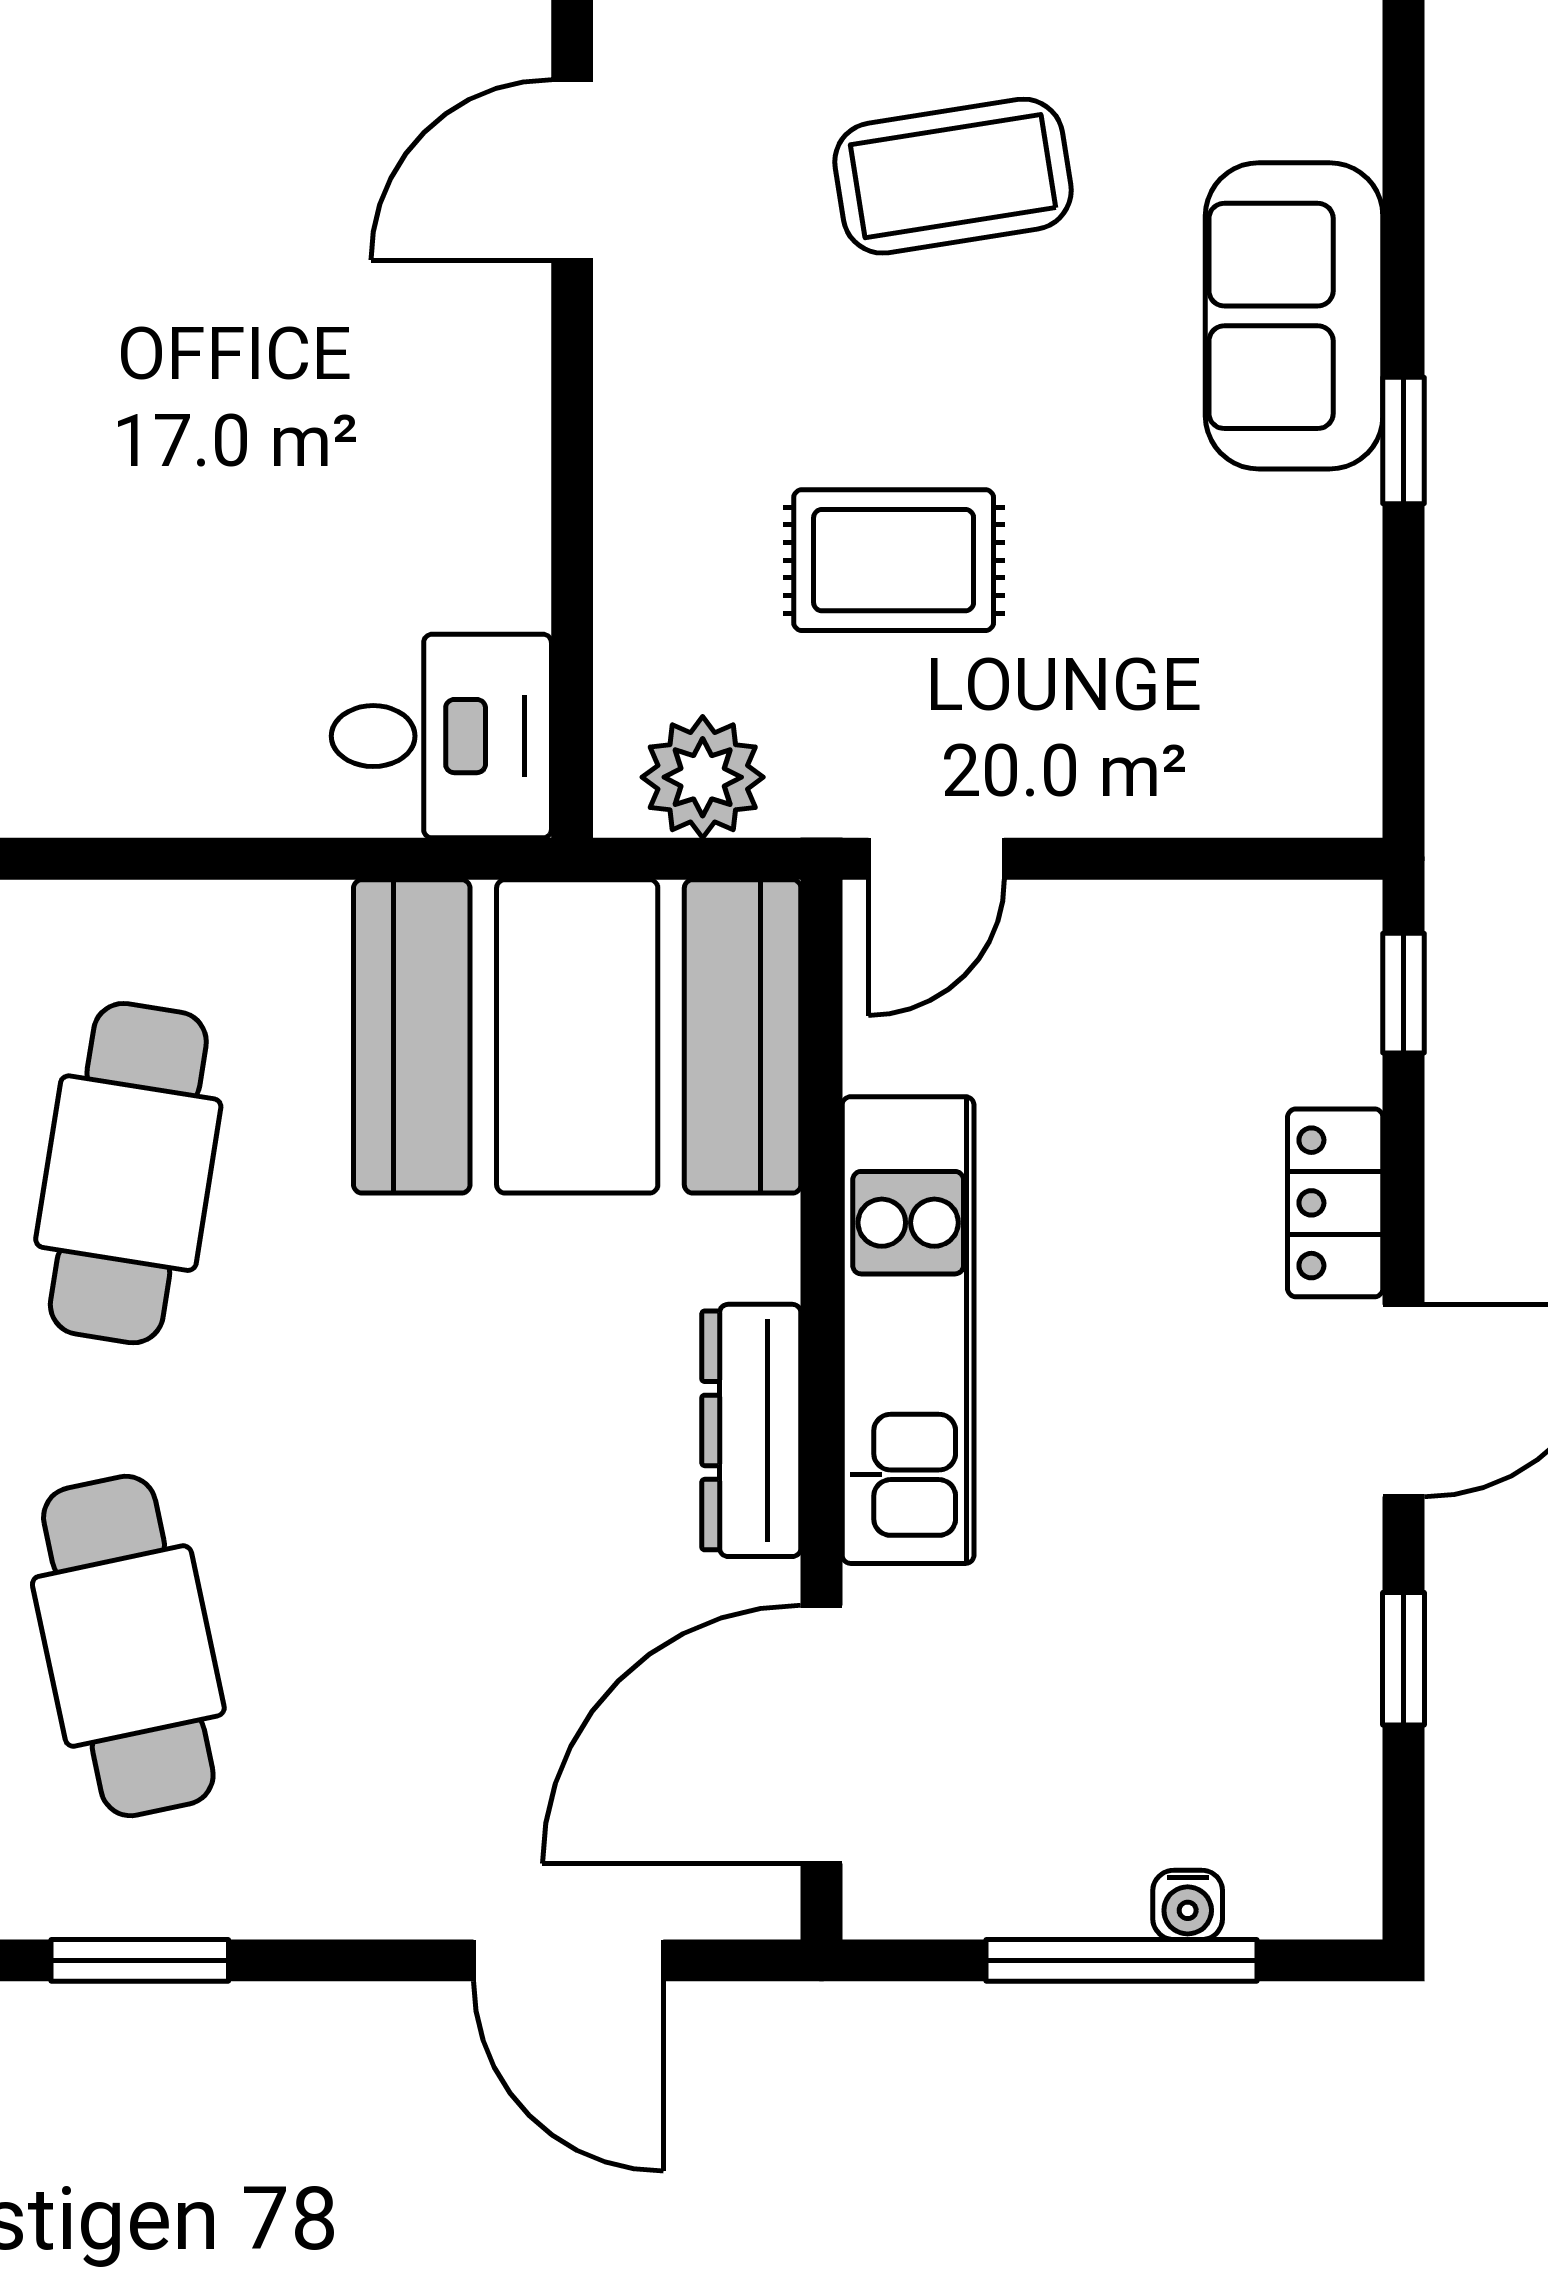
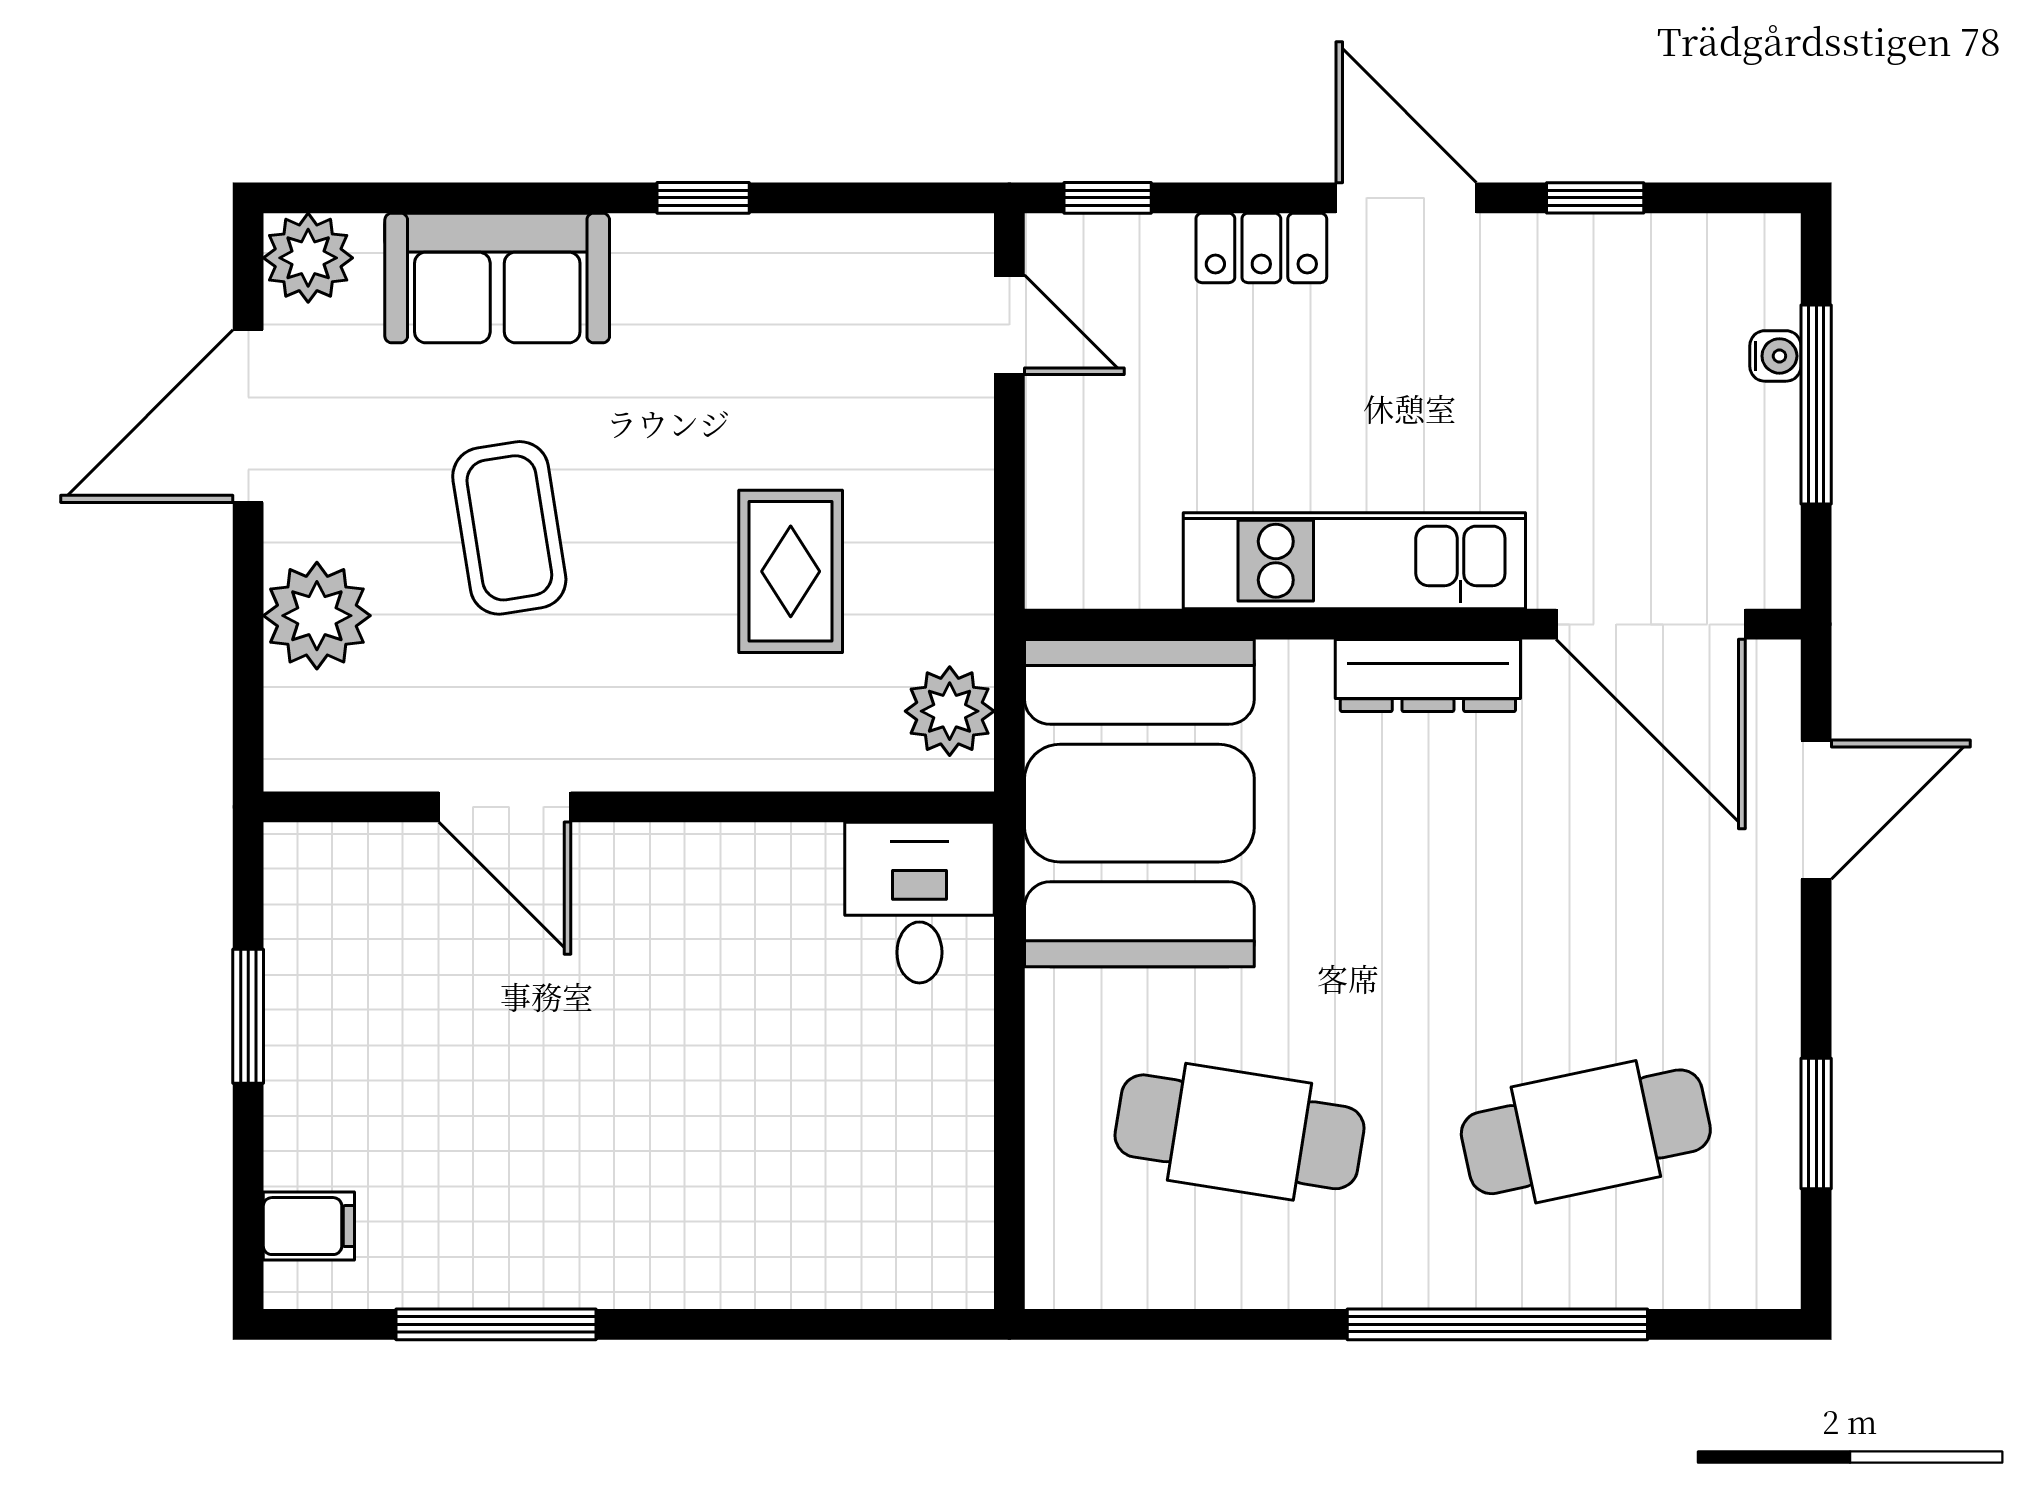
sofa: (1294, 316) -> (497, 278), moved
door: (936, 859) -> (1009, 325), moved

